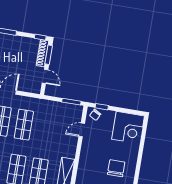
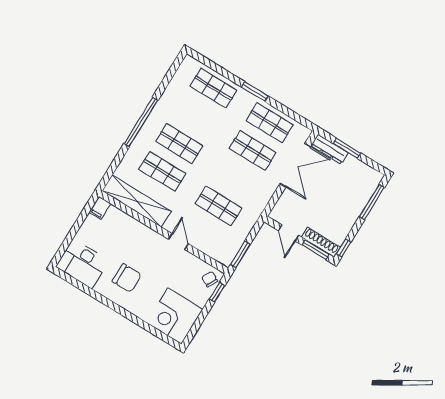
door: (45, 76) -> (289, 233), hinge flipped
shop shelf: (24, 125) -> (218, 206), moved
door: (82, 130) -> (178, 241), moved

